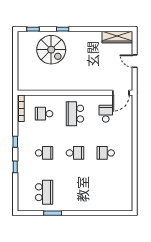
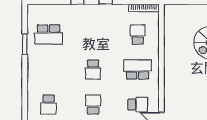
school desk: (44, 153) -> (49, 105), moved

